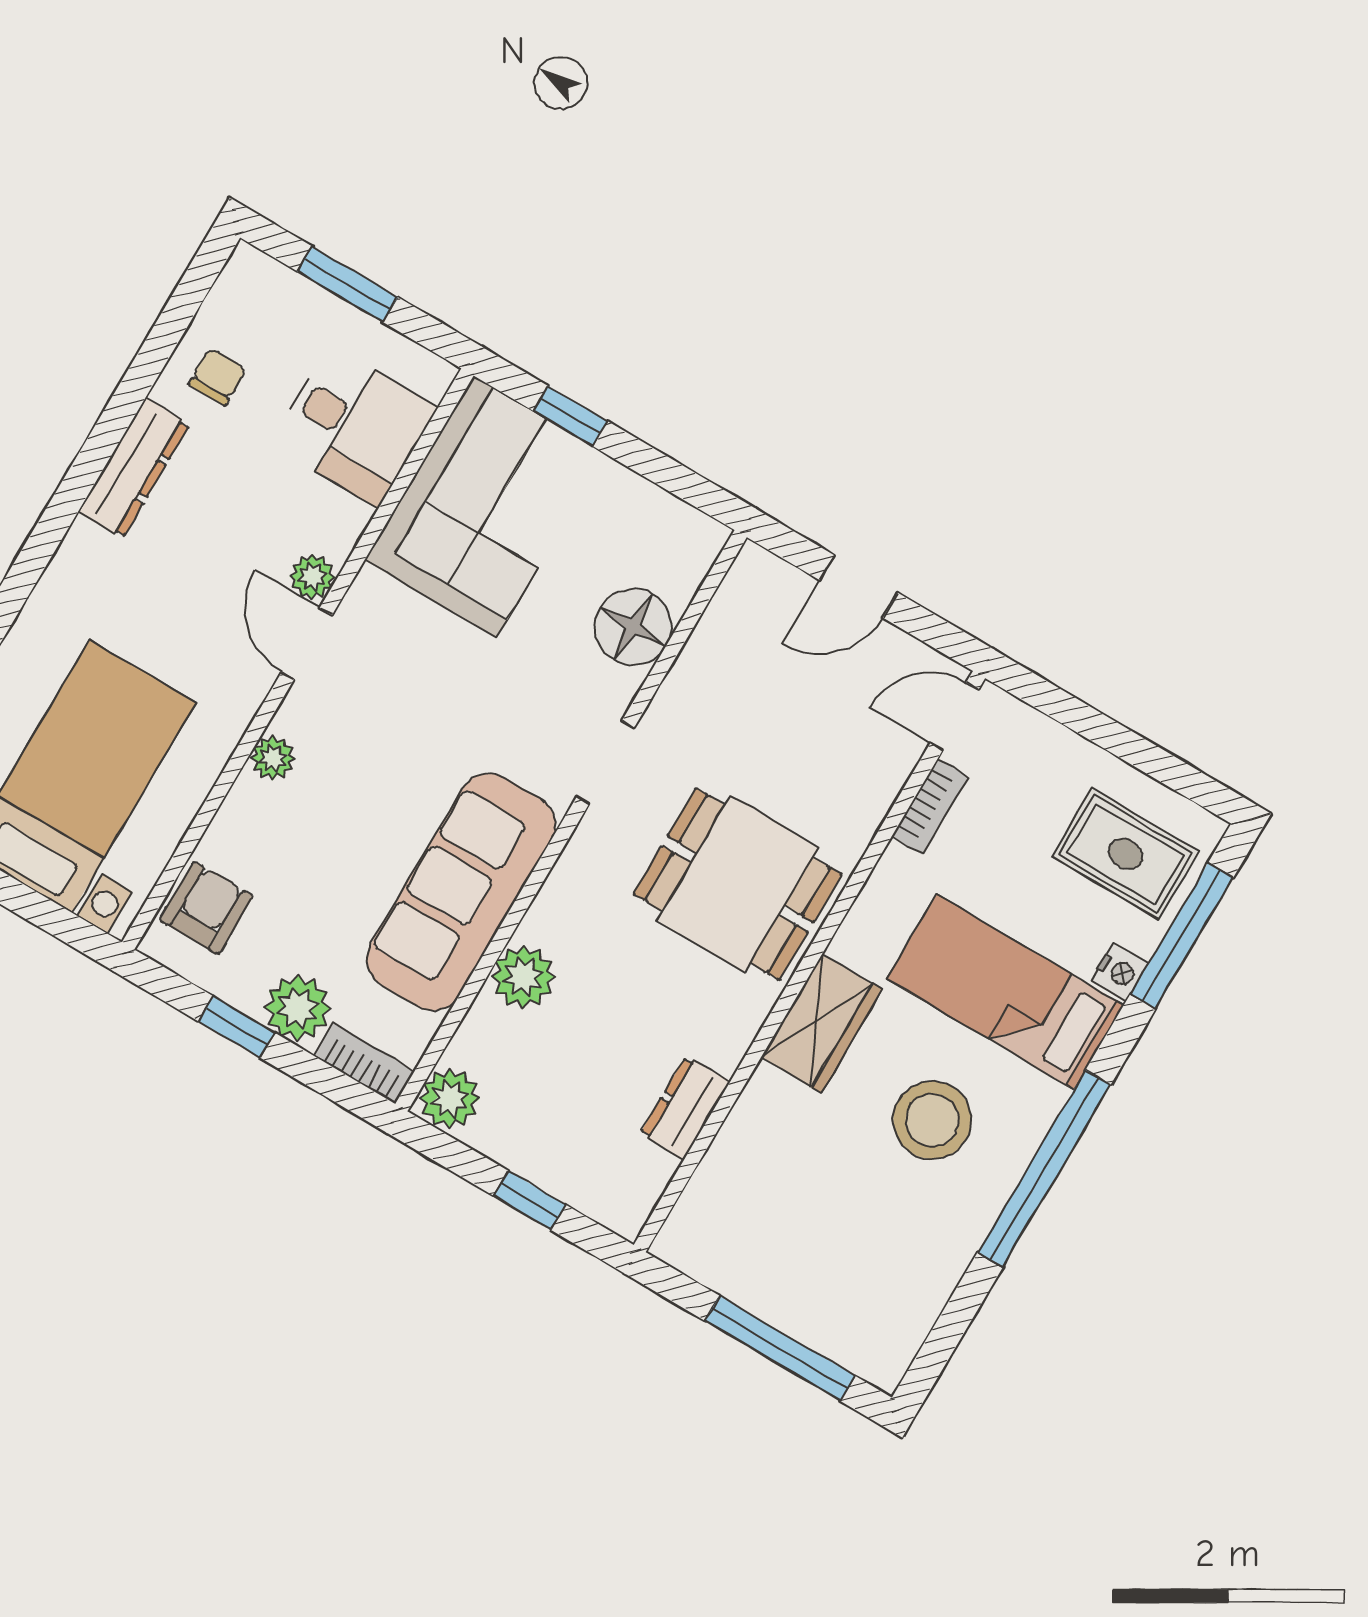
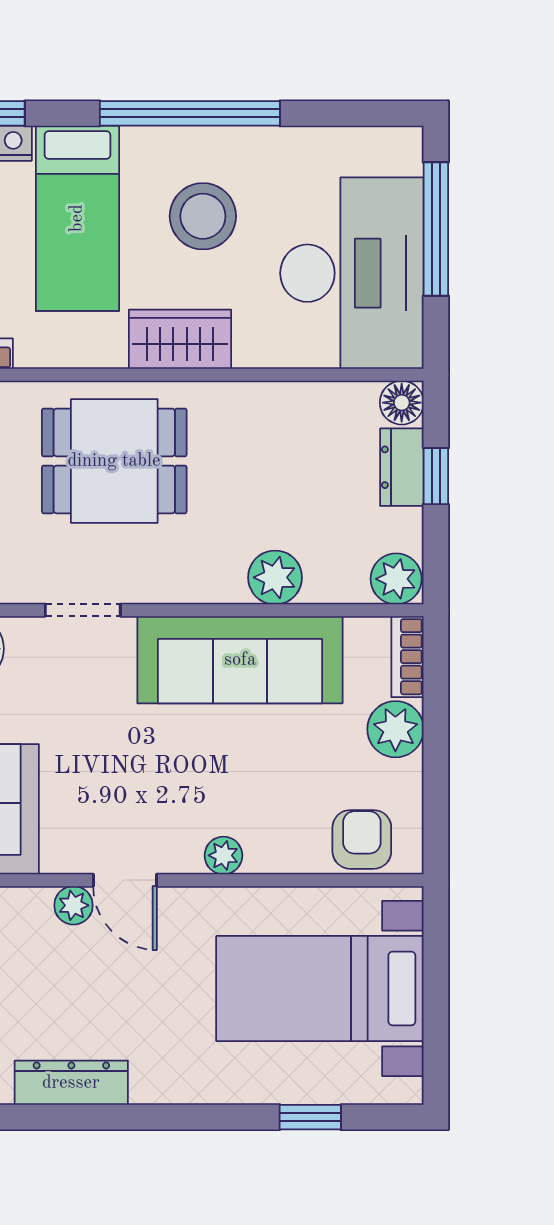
door: (307, 644) -> (125, 880), hinge flipped
dining table: (738, 884) -> (114, 461), turned 90
armchair: (206, 908) -> (362, 839), turned 90
window: (237, 1027) -> (436, 766), removed
dresser: (685, 1108) -> (402, 467), moved, turned 90
floor lamp: (625, 1210) -> (402, 403), added
desk: (785, 1237) -> (352, 273), added

